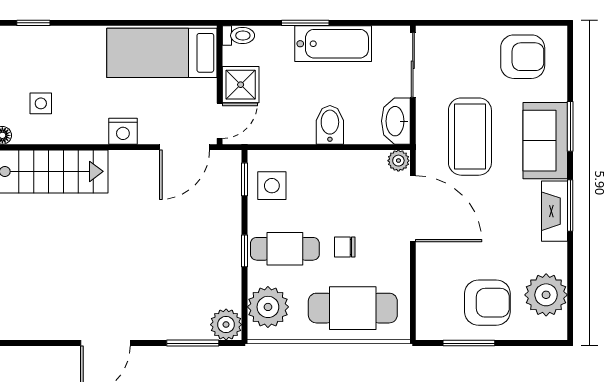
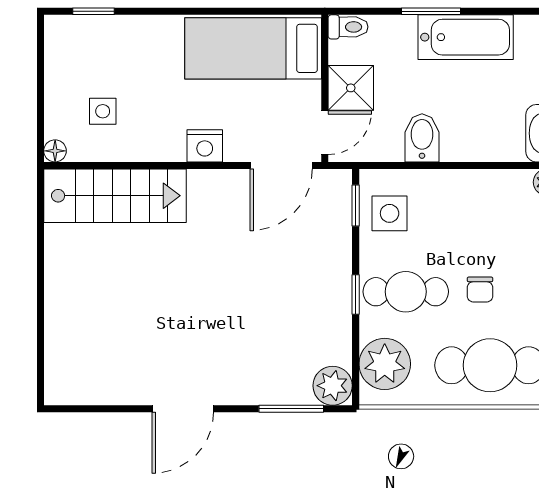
bidet: (330, 125) -> (422, 138), moved
chair: (345, 247) -> (480, 290), turned -90

